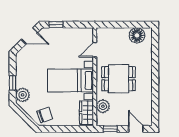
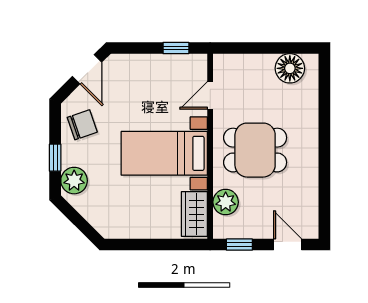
window: (56, 25) -> (176, 48), moved
door: (29, 36) -> (87, 69), hinge flipped
chair: (45, 115) -> (82, 125), moved

